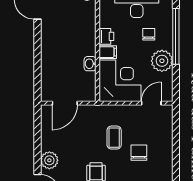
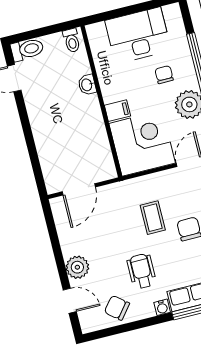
printer: (106, 36) -> (111, 91), removed
washbasin: (90, 64) -> (87, 85), moved

